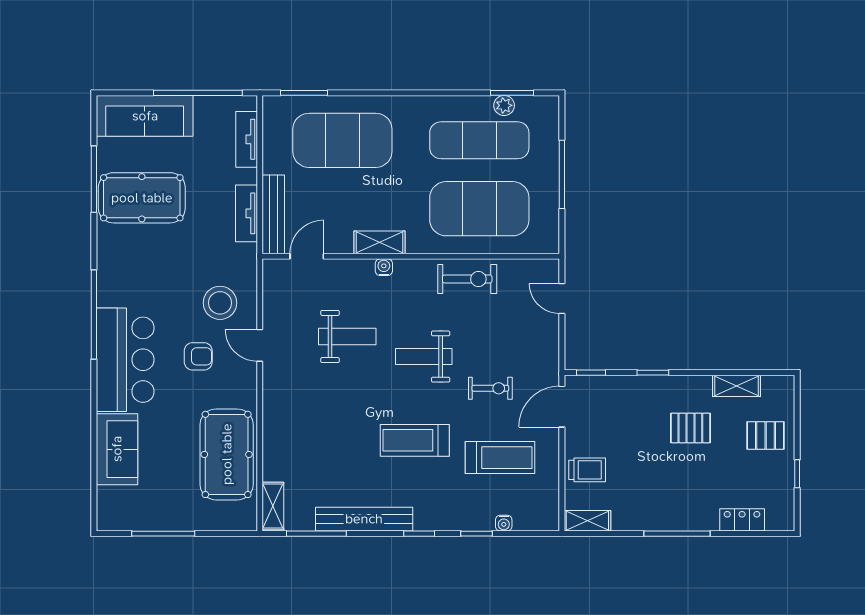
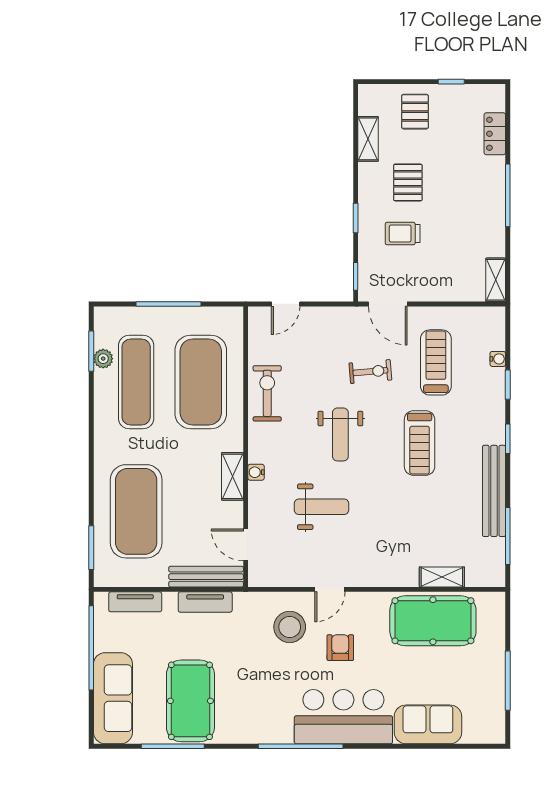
weight bench: (347, 336) -> (321, 507), turned 90
exercise bike: (490, 388) -> (370, 372), turned 85
trolley: (587, 470) -> (403, 234), moved, turned -90
shelving: (273, 506) -> (442, 577), moved

